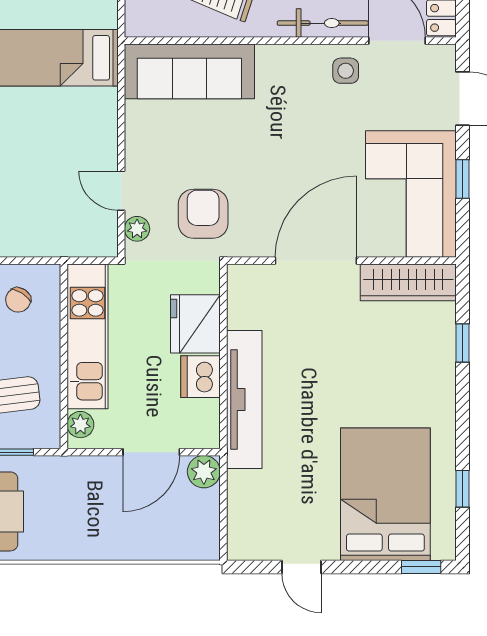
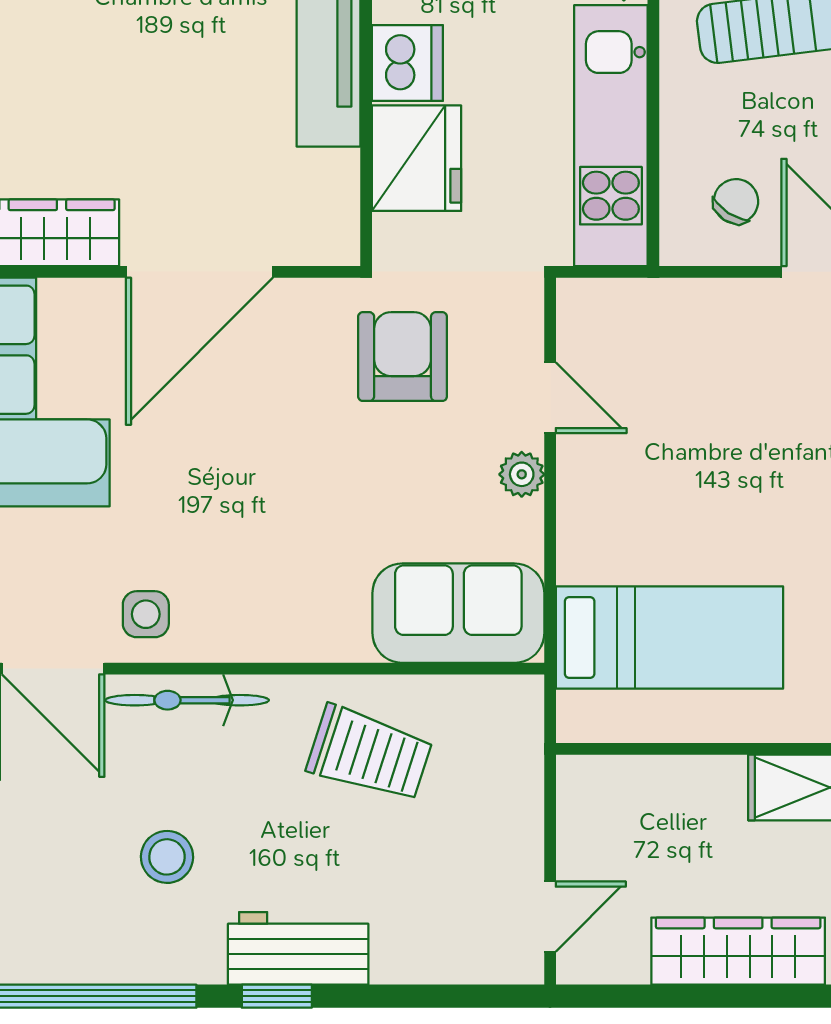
sofa: (189, 71) -> (458, 613), width x0.73
armchair: (203, 214) -> (403, 357), turned 180
plant: (137, 229) -> (522, 474), moved

